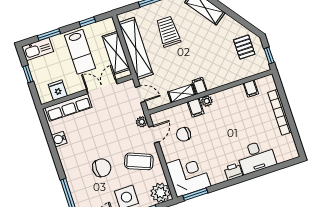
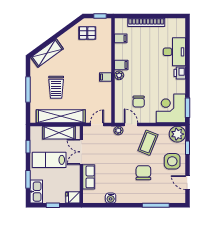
trolley: (168, 32) -> (56, 87), turned -90
lab bench: (80, 52) -> (49, 160), turned 180
fridge: (58, 90) -> (73, 197), moved
shelving: (182, 93) -> (107, 93), removed
row of seats: (69, 107) -> (89, 177), width x0.68
filing cabinet: (196, 108) -> (121, 65), moved

